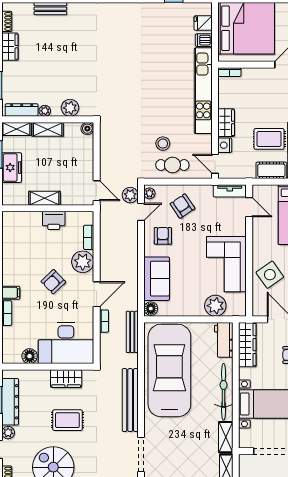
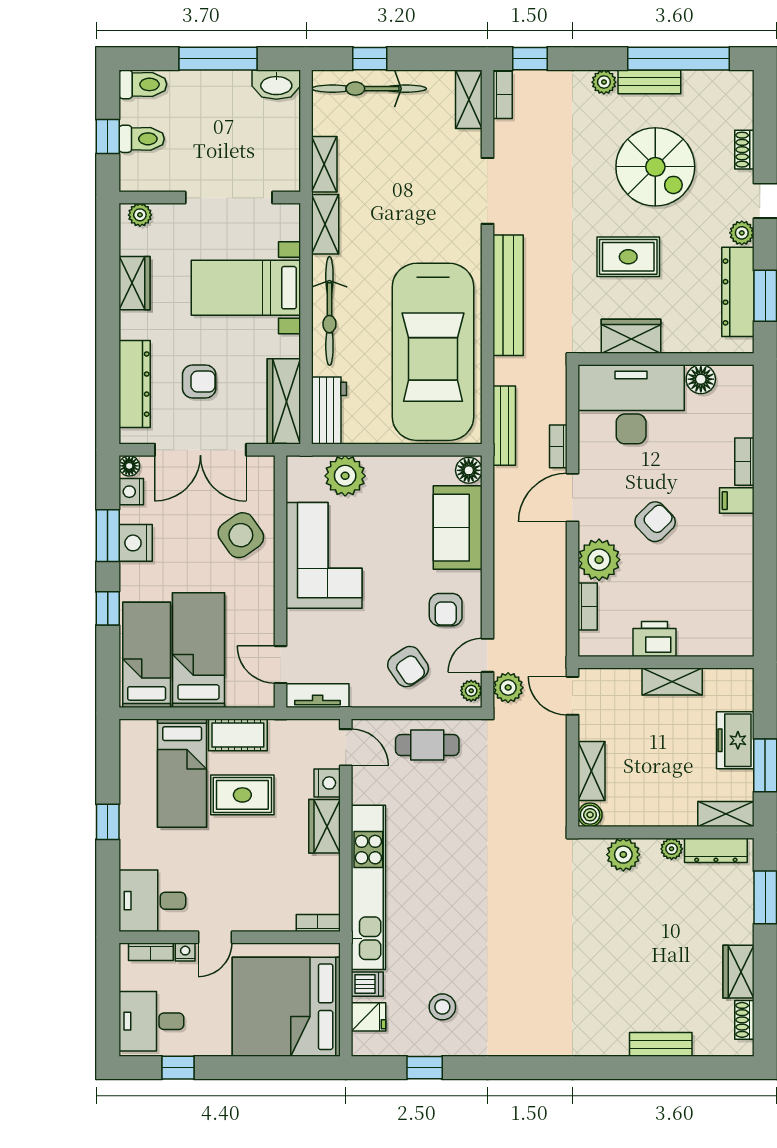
shelving: (48, 129) -> (591, 771), moved, turned 90
stool: (163, 144) -> (442, 1007), moved

